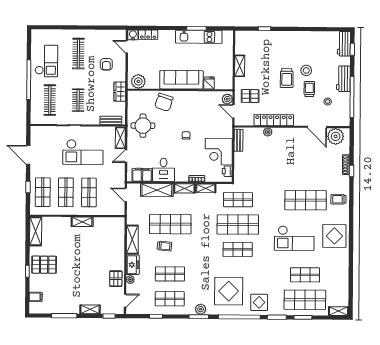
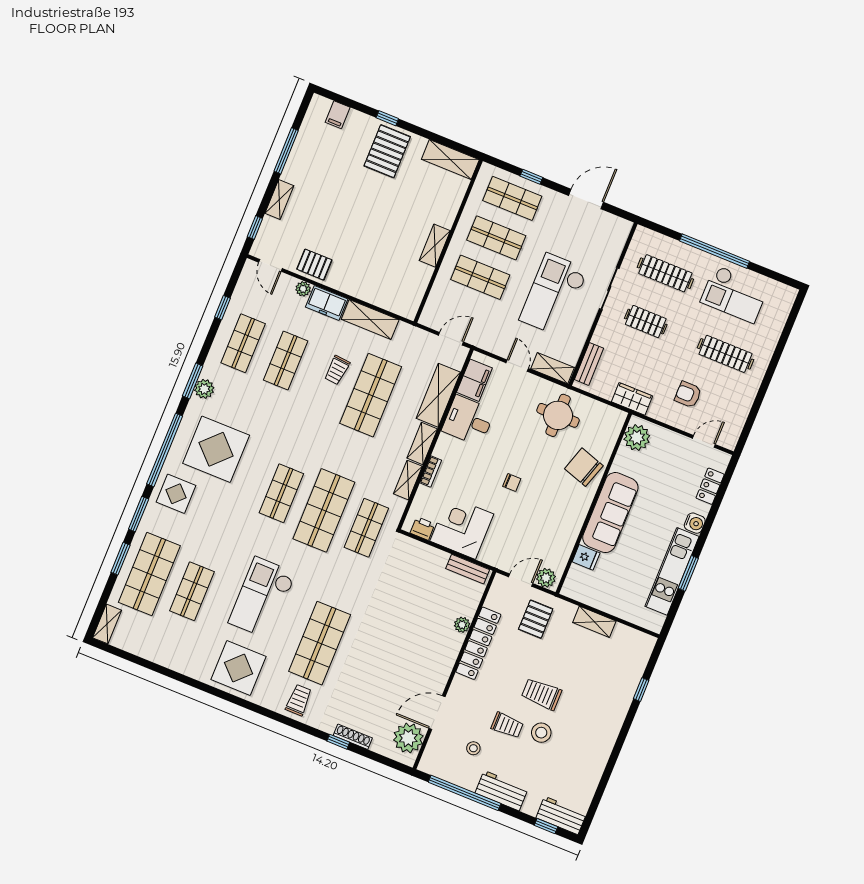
water cooler: (133, 35) -> (695, 523), moved

